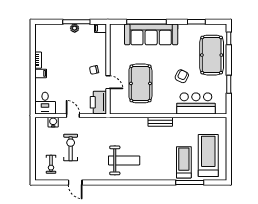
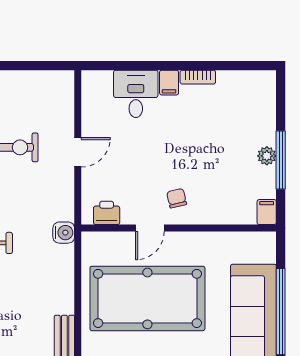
pool table: (140, 83) -> (147, 298), width x1.36, depth x1.32
printer: (98, 102) -> (107, 213), width x0.53, depth x0.68
desk: (45, 103) -> (136, 94), moved, turned 90
water cooler: (53, 122) -> (64, 233), moved

